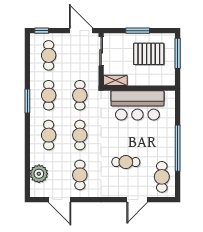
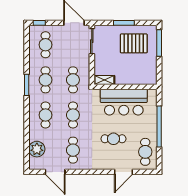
shelving: (115, 80) -> (104, 80), moved
wall: (139, 88) -> (125, 87), moved
bar counter: (137, 105) -> (124, 102), moved

